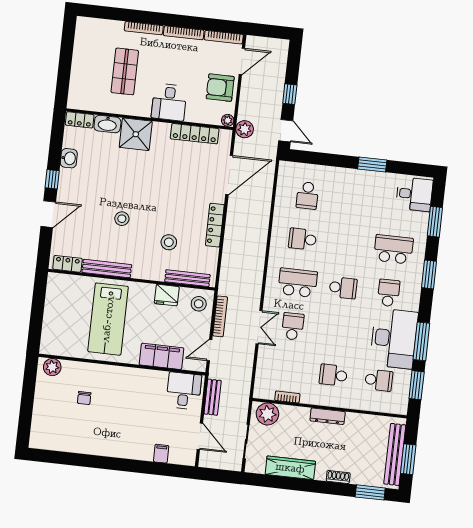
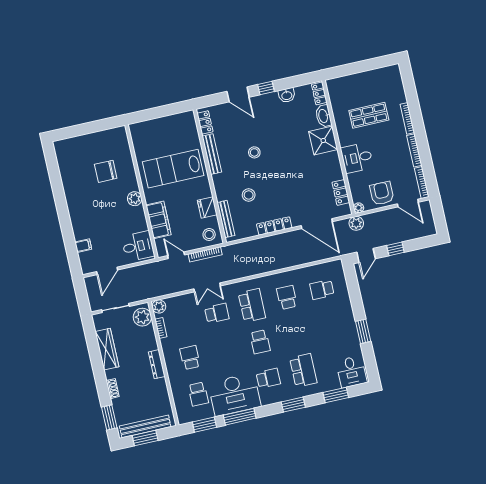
locker: (195, 134) -> (341, 192), width x0.66
plant: (52, 367) -> (135, 199), moved
plant: (262, 391) -> (159, 306), added
bench: (213, 397) -> (141, 270), removed
chair: (84, 398) -> (106, 171), width x1.87, depth x1.87

